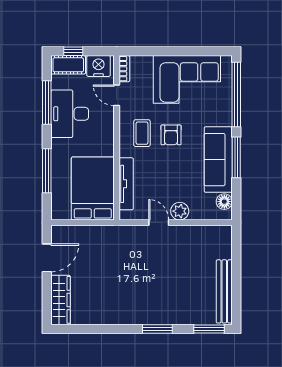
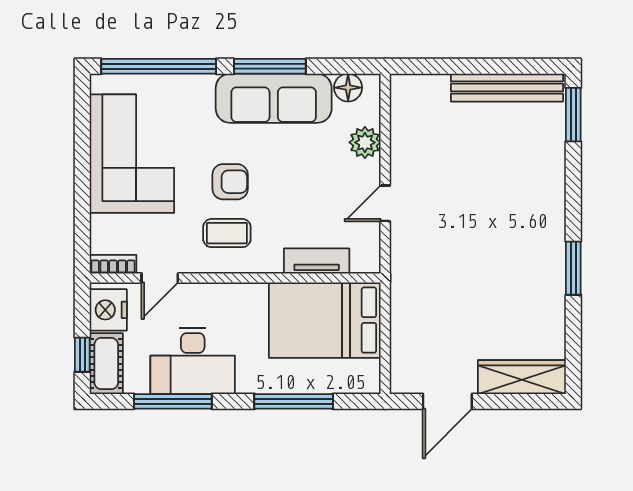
tv unit: (126, 184) -> (317, 261), width x0.71
plant: (180, 211) -> (365, 142), moved
door: (47, 258) -> (447, 401), swing flipped
window: (157, 329) -> (573, 268), moved

